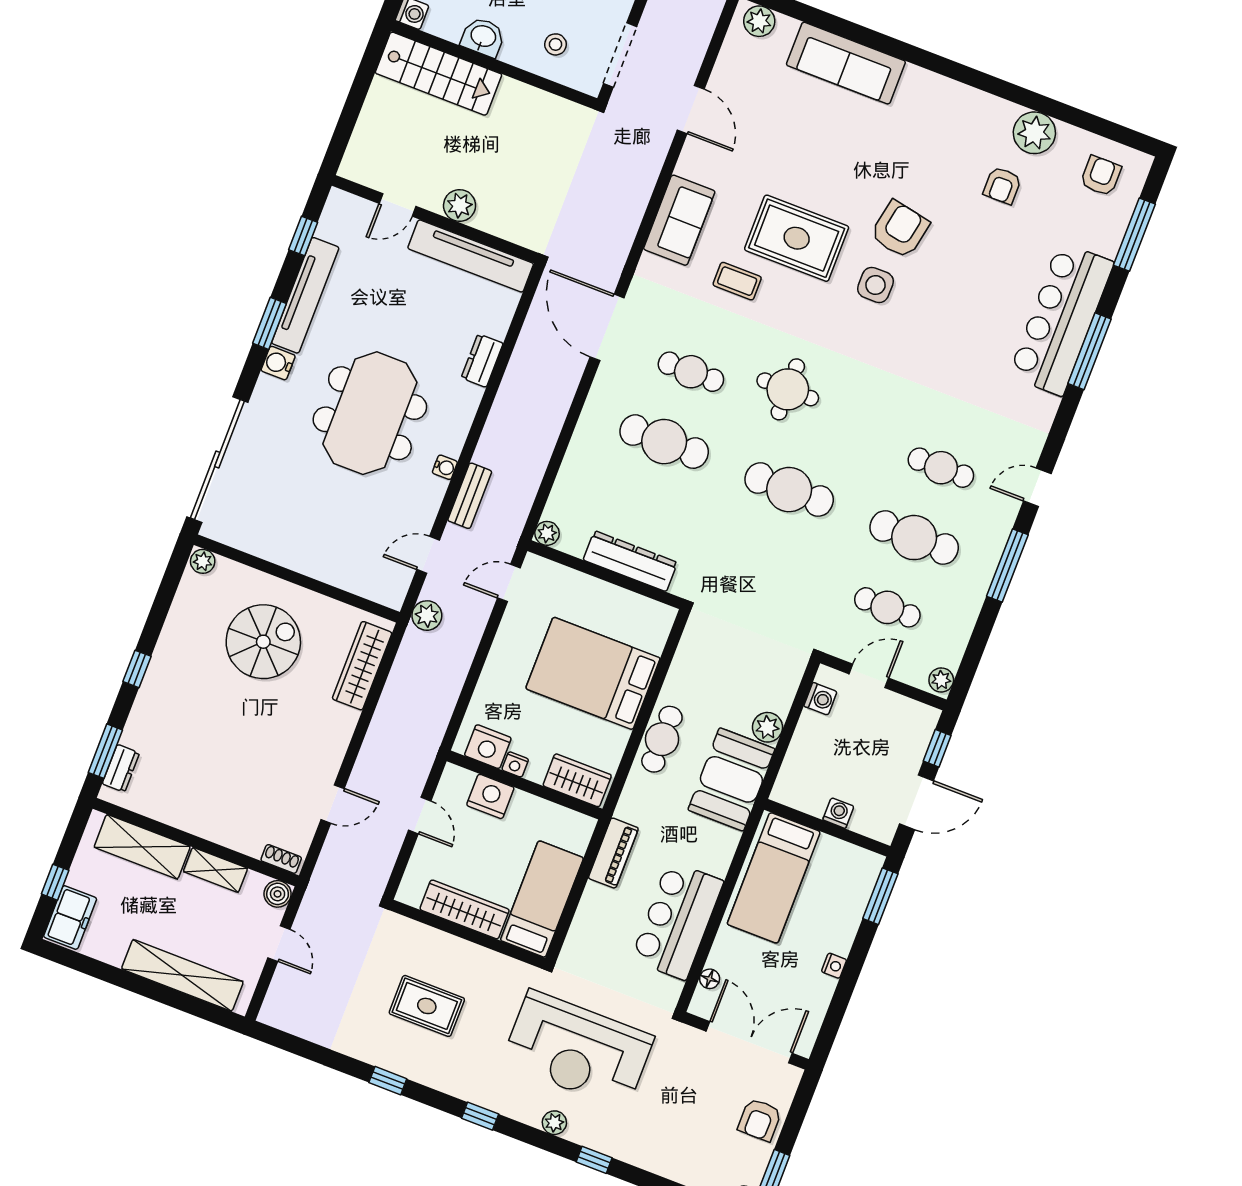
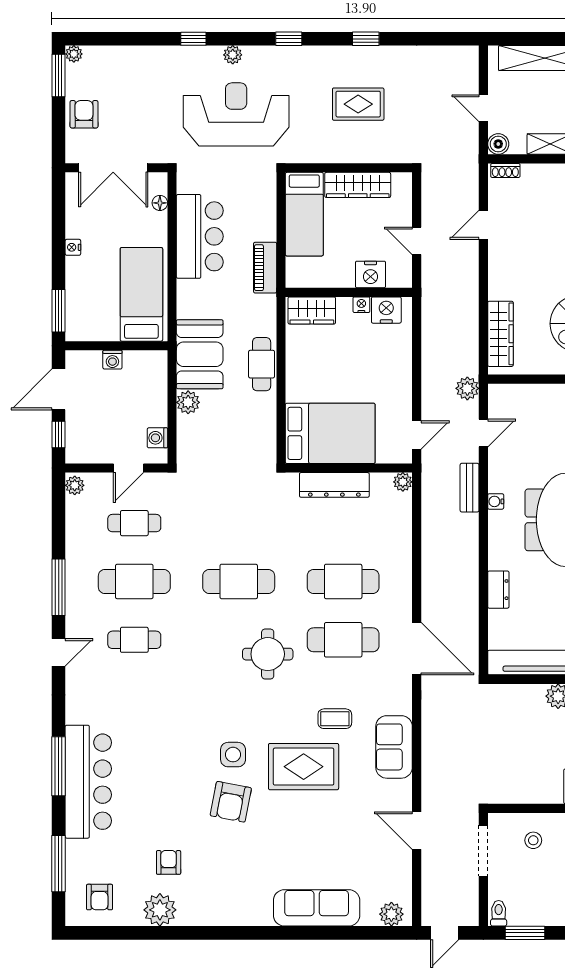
cafe table: (691, 372) -> (343, 640), width x1.37, depth x1.35
bed: (593, 673) -> (330, 433), moved

